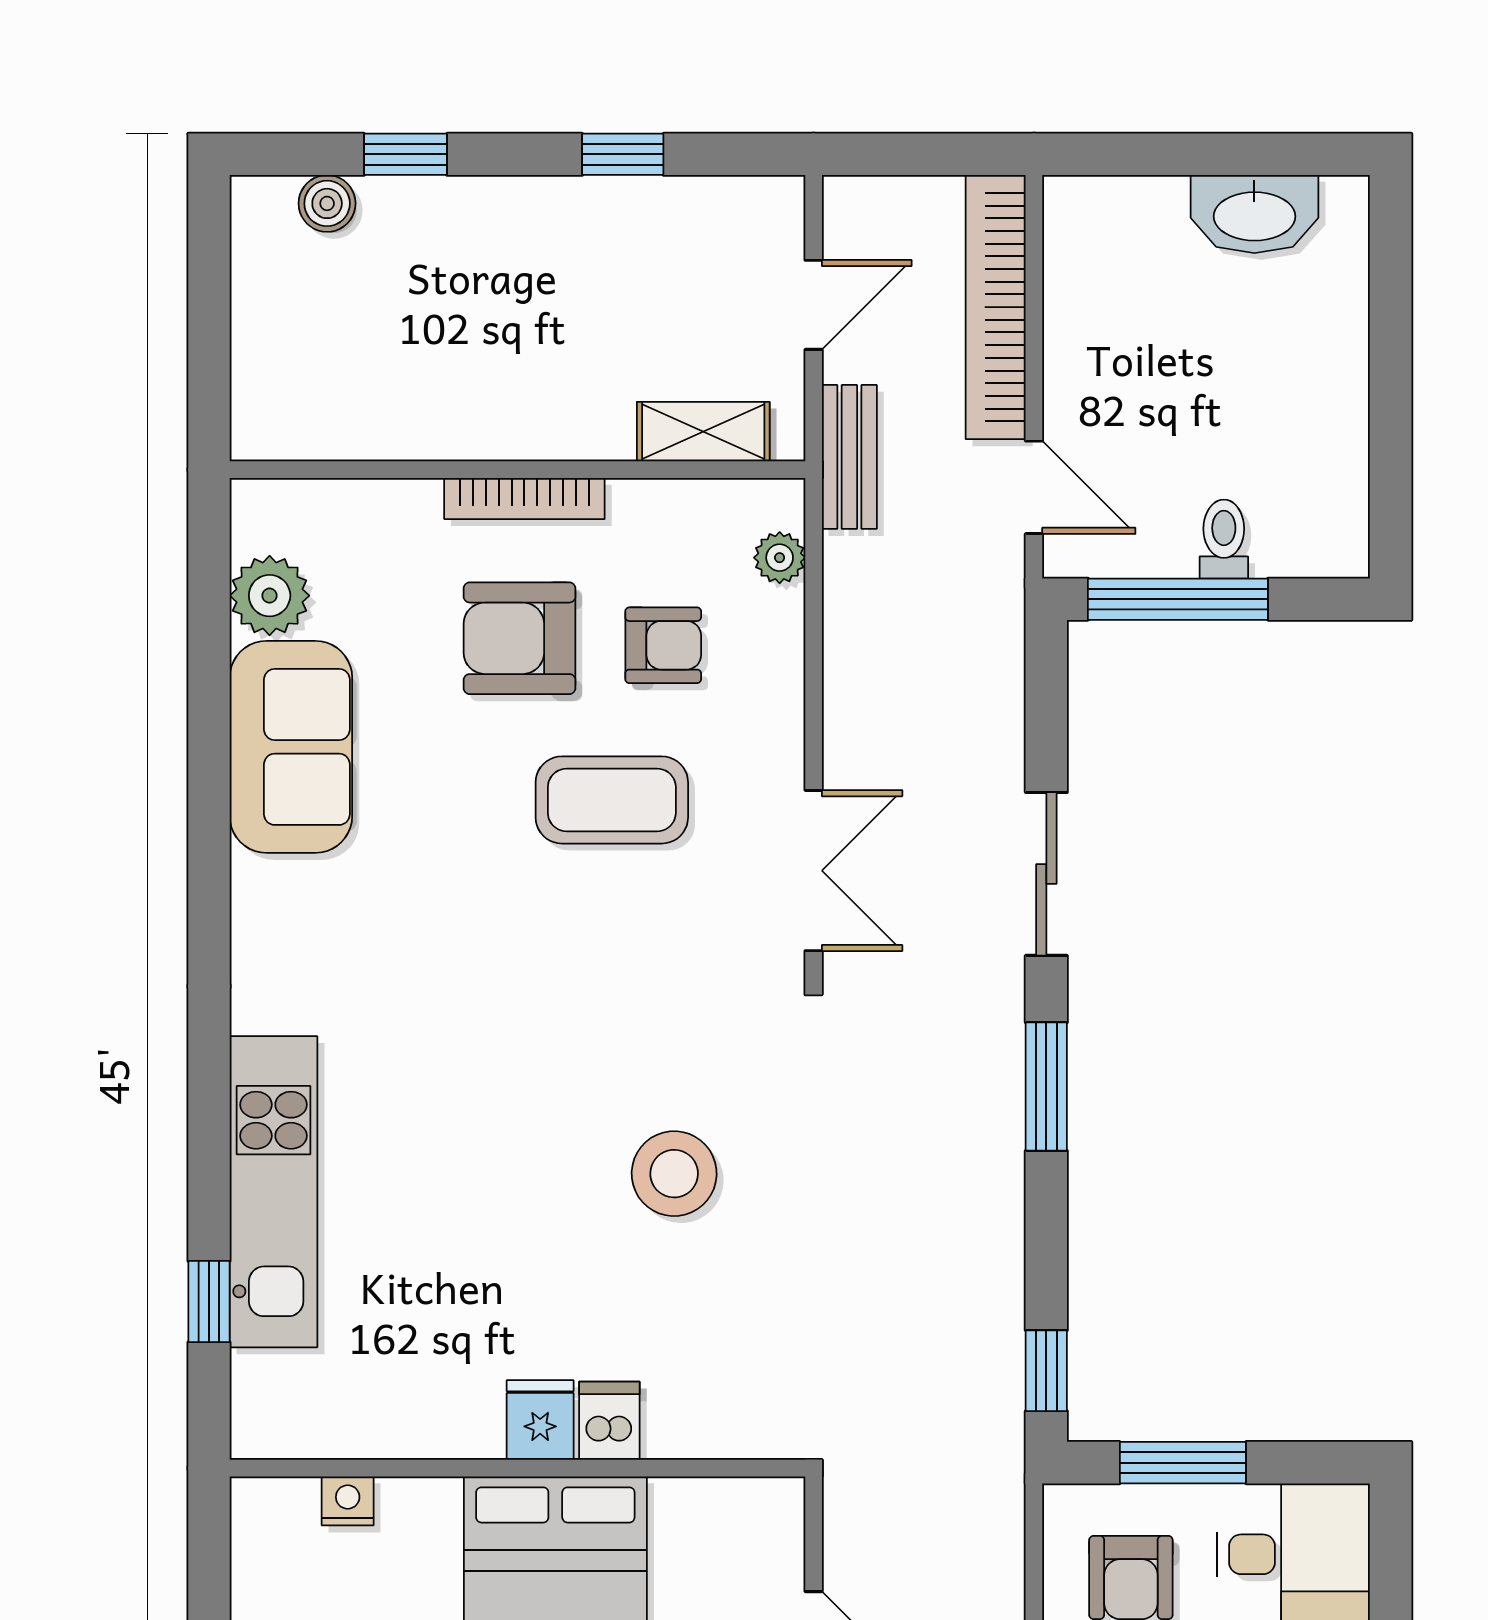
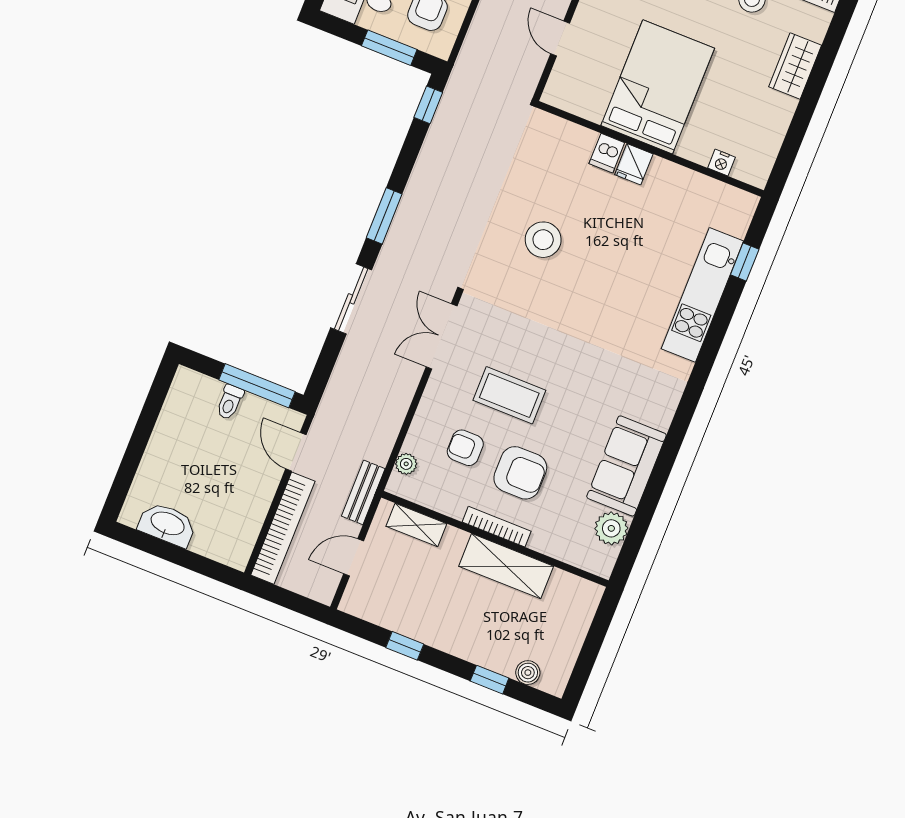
shelving: (469, 419) -> (506, 566), added

